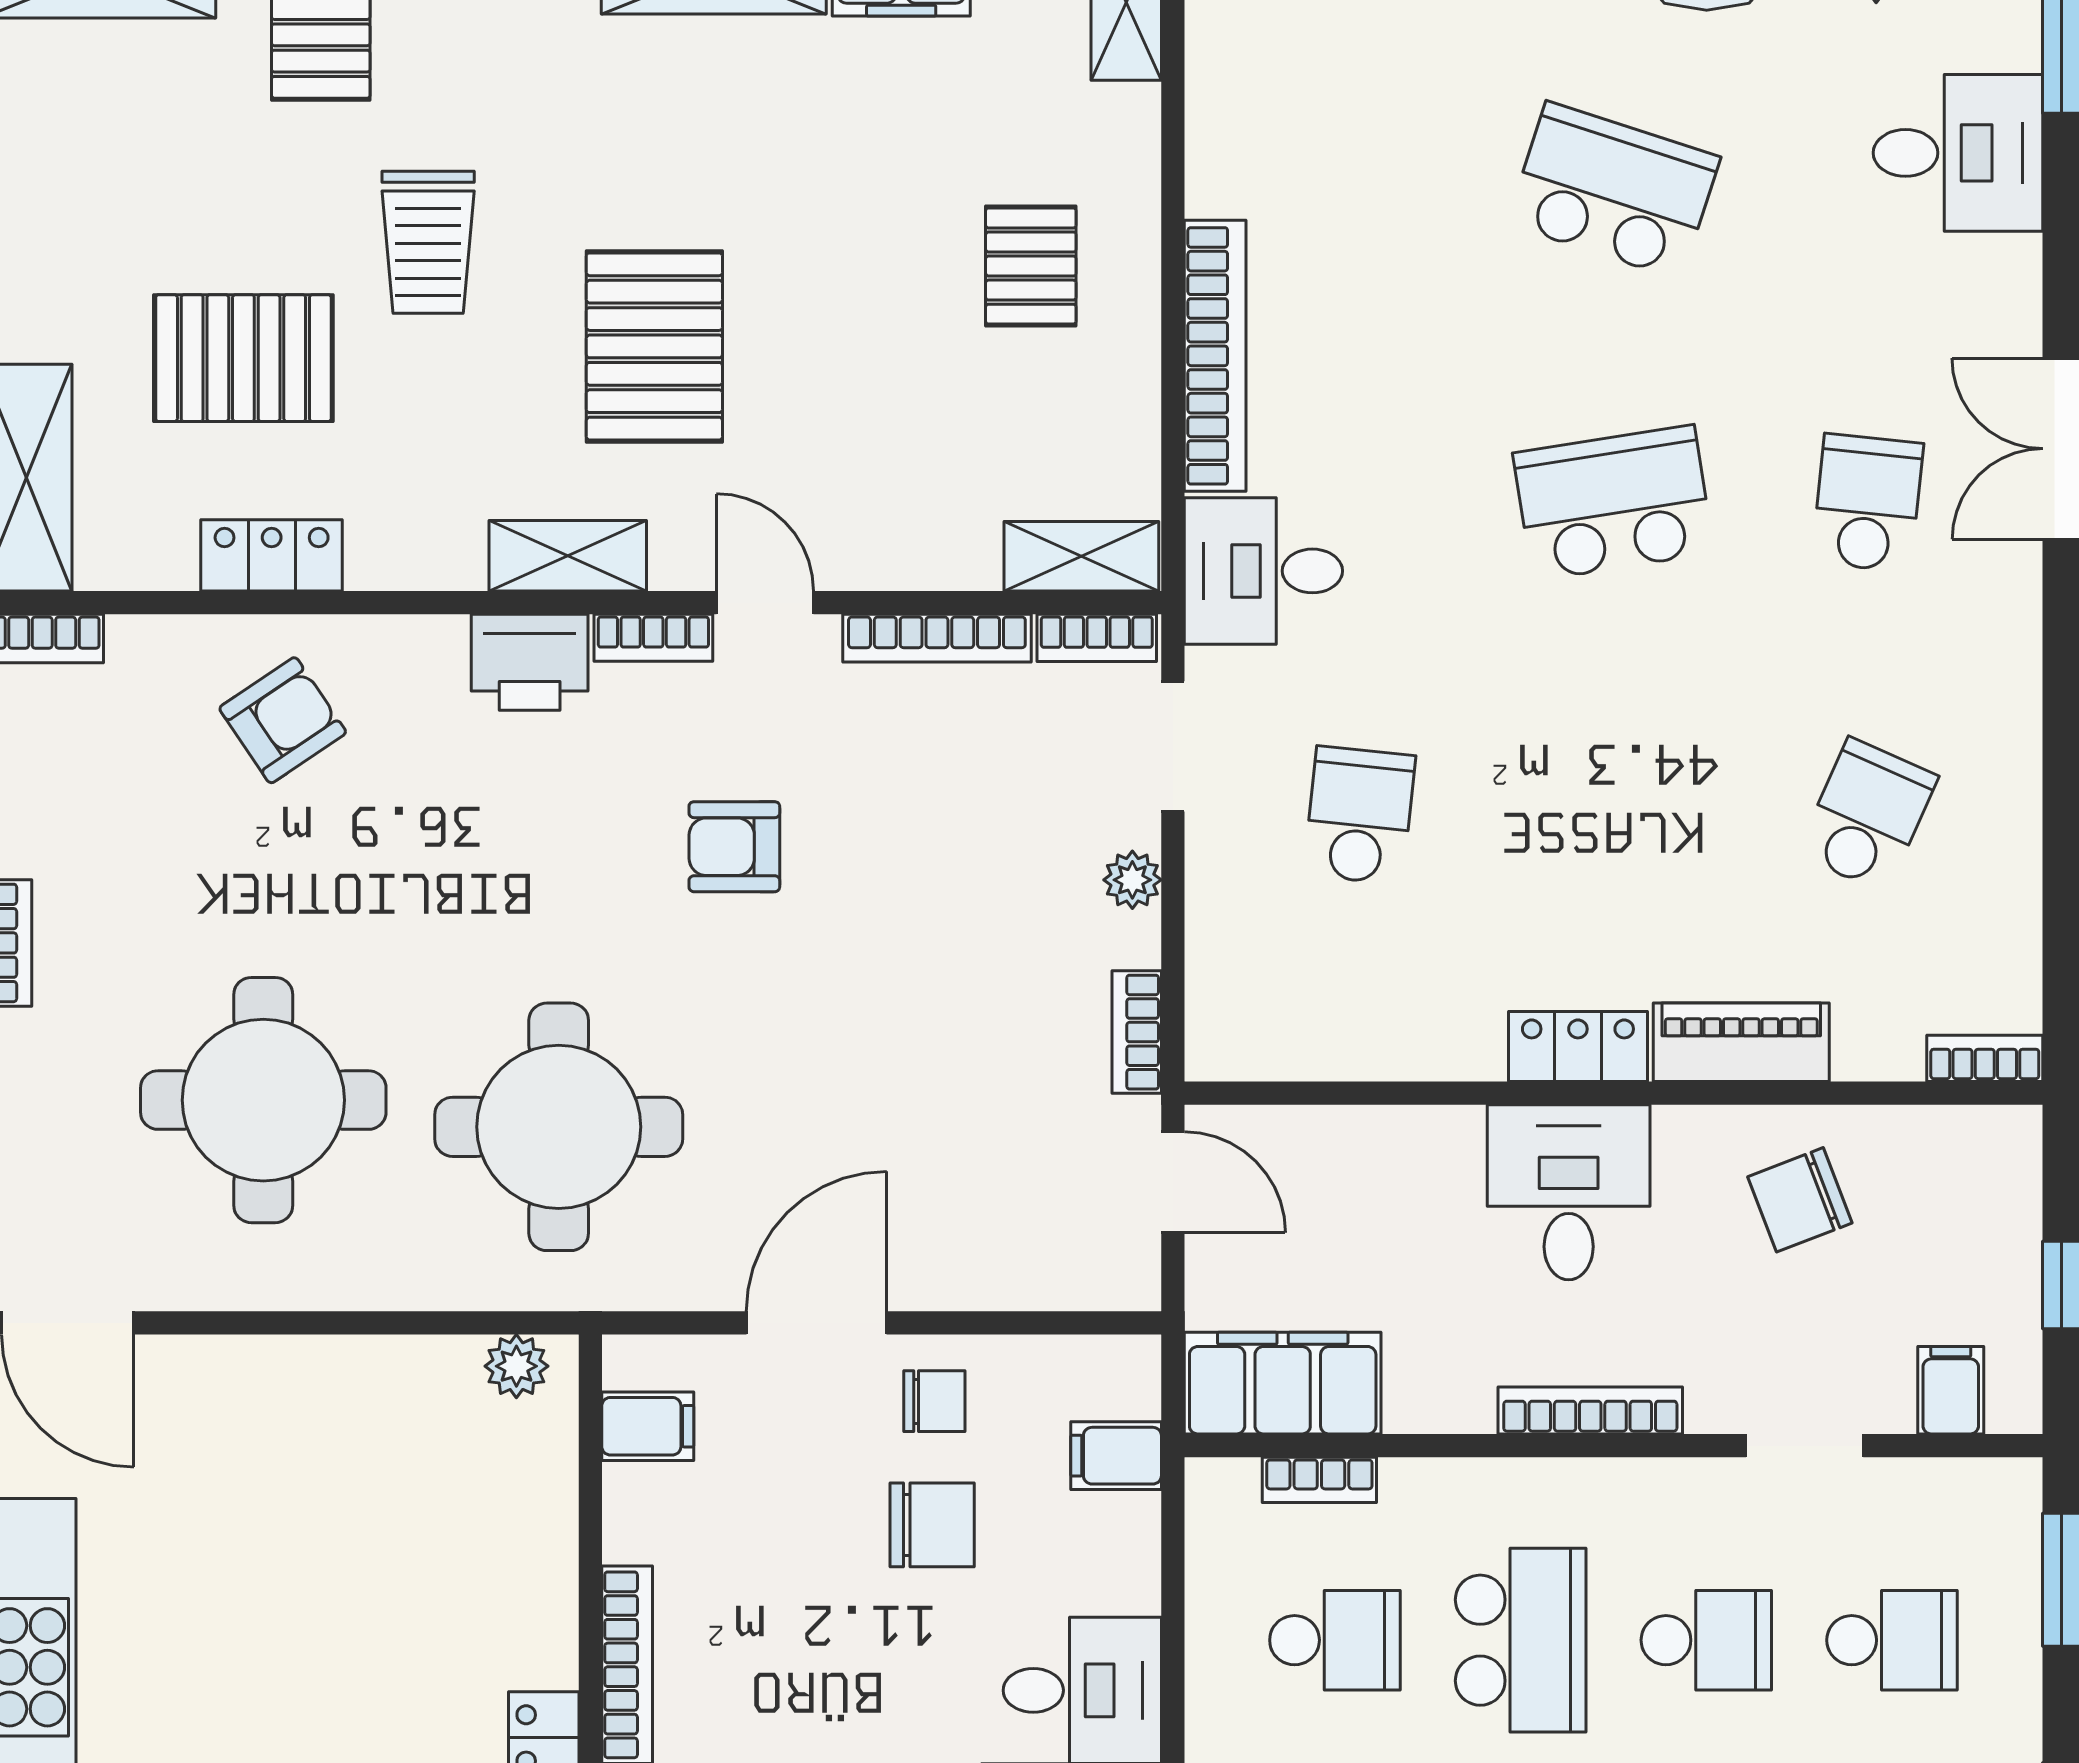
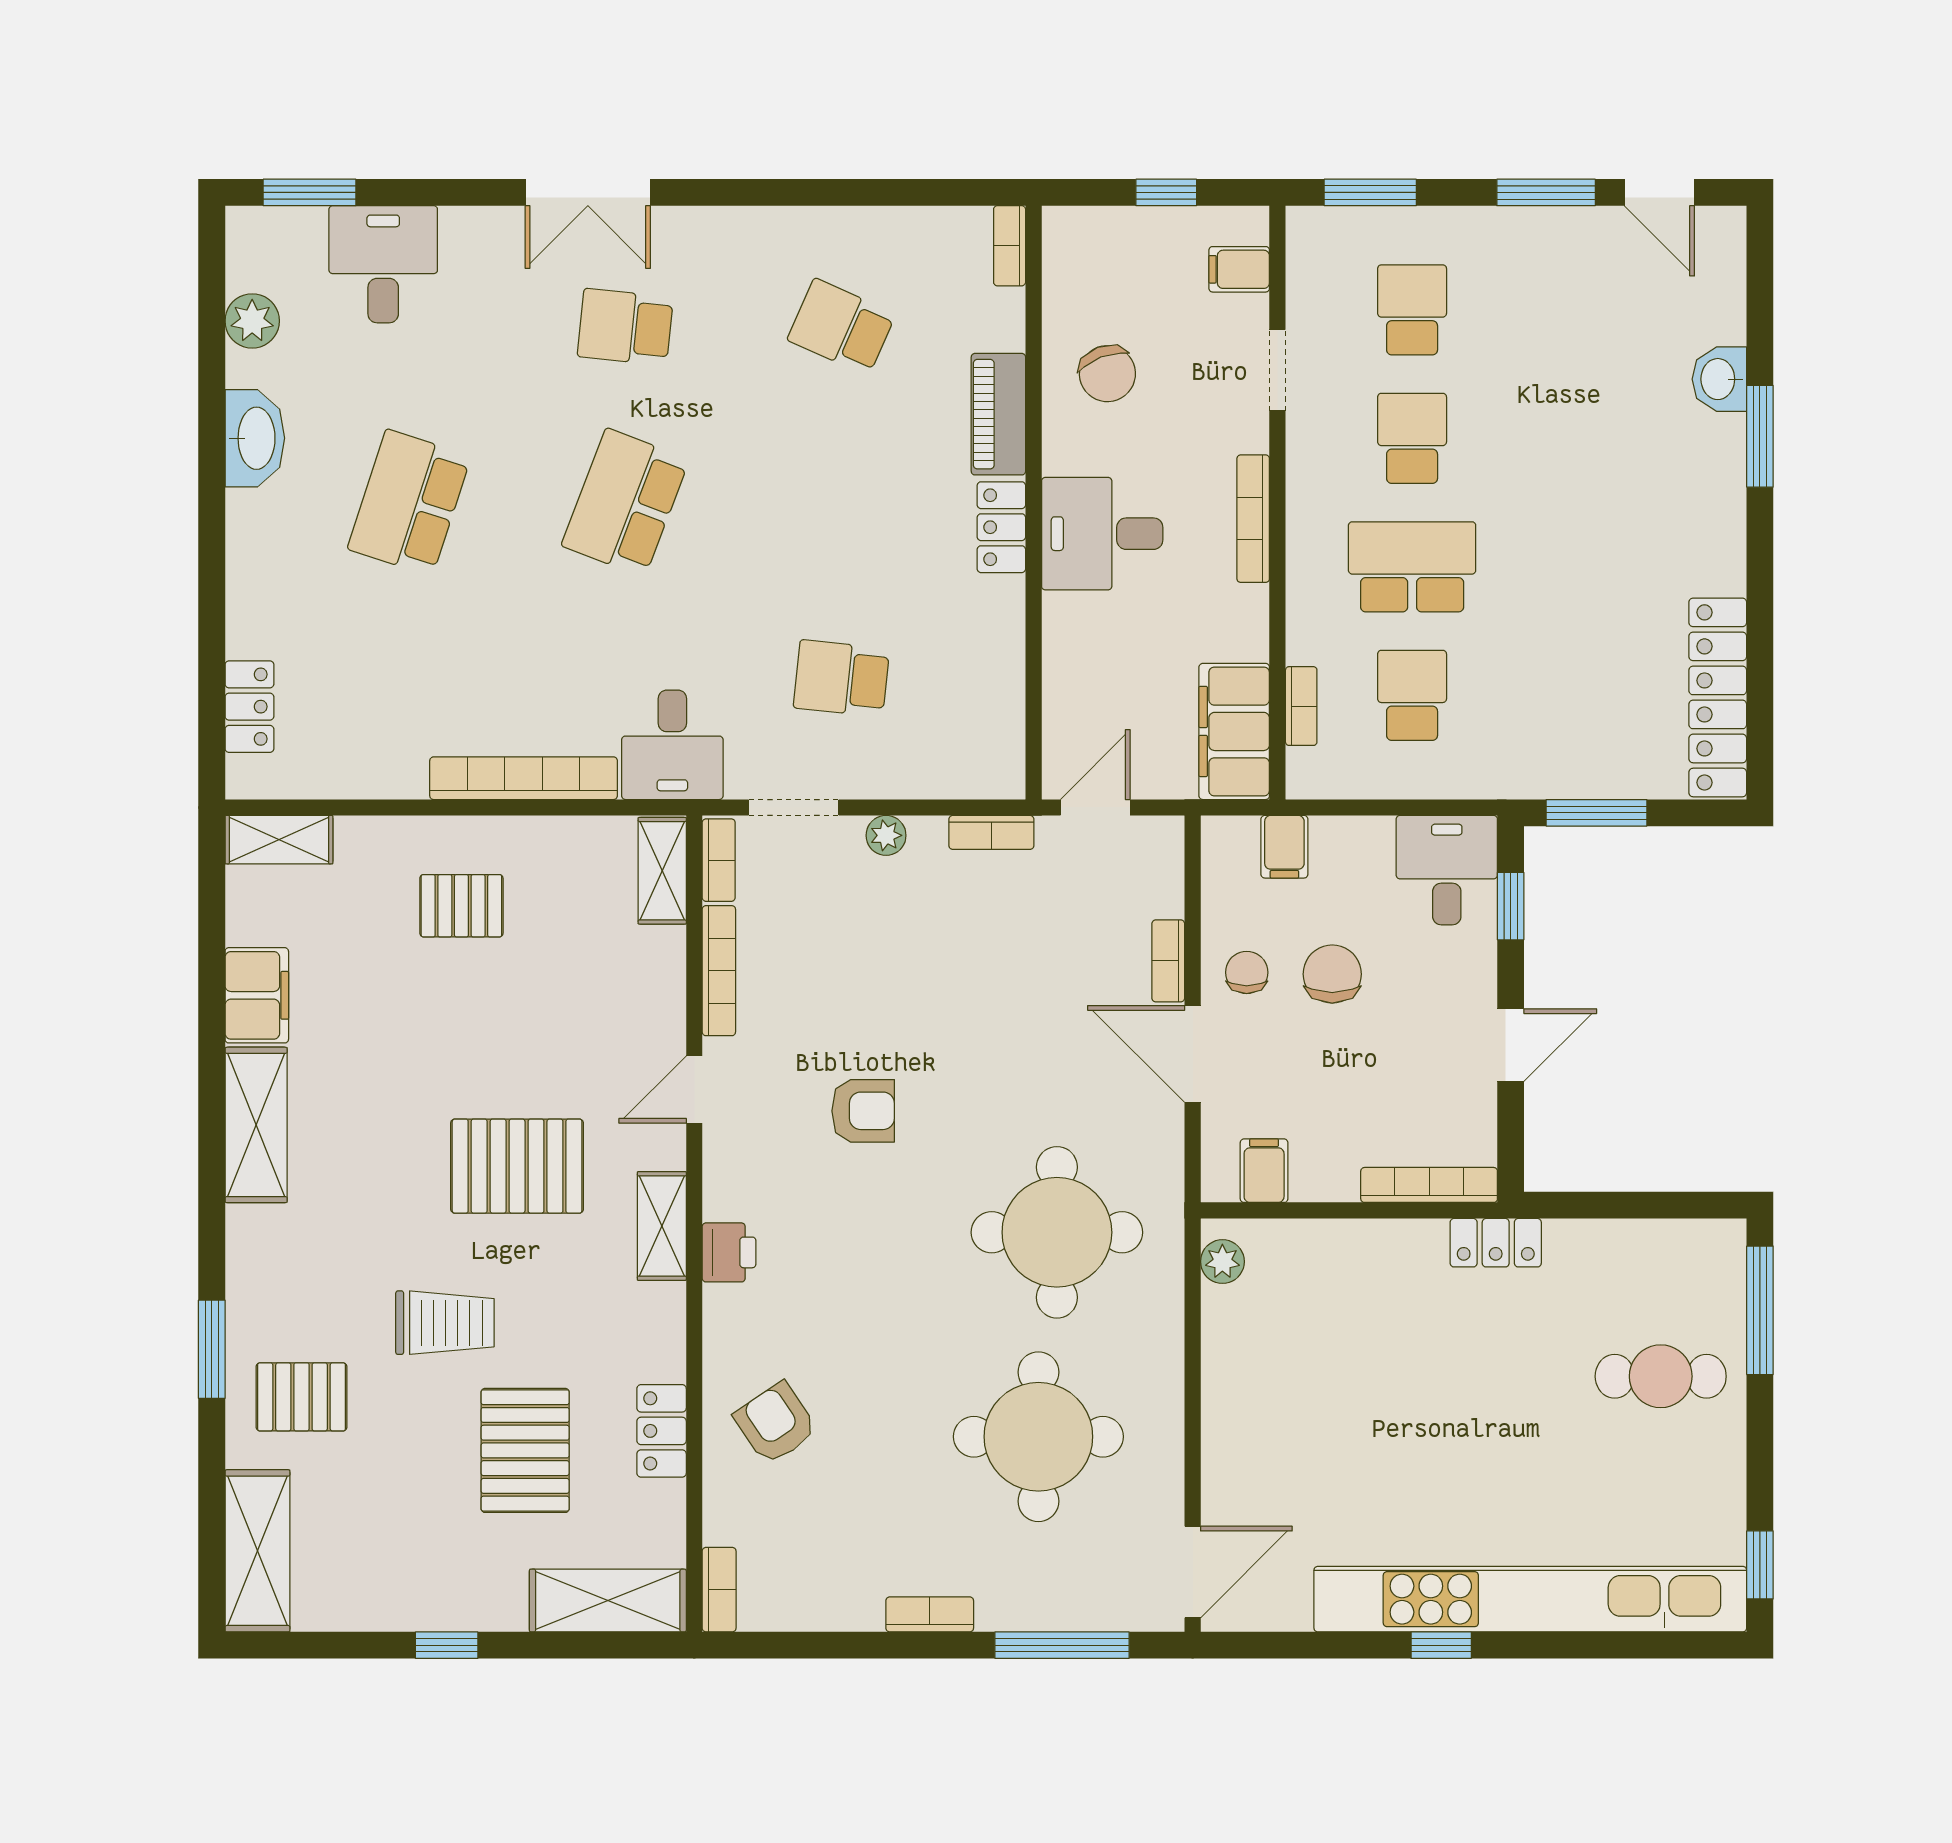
school desk: (1613, 503) -> (625, 503), turned 30
bookcase: (653, 638) -> (1168, 961), moved, turned 180
printer: (530, 662) -> (729, 1252), width x0.73, depth x0.81
armchair: (734, 847) -> (863, 1111), turned -90

